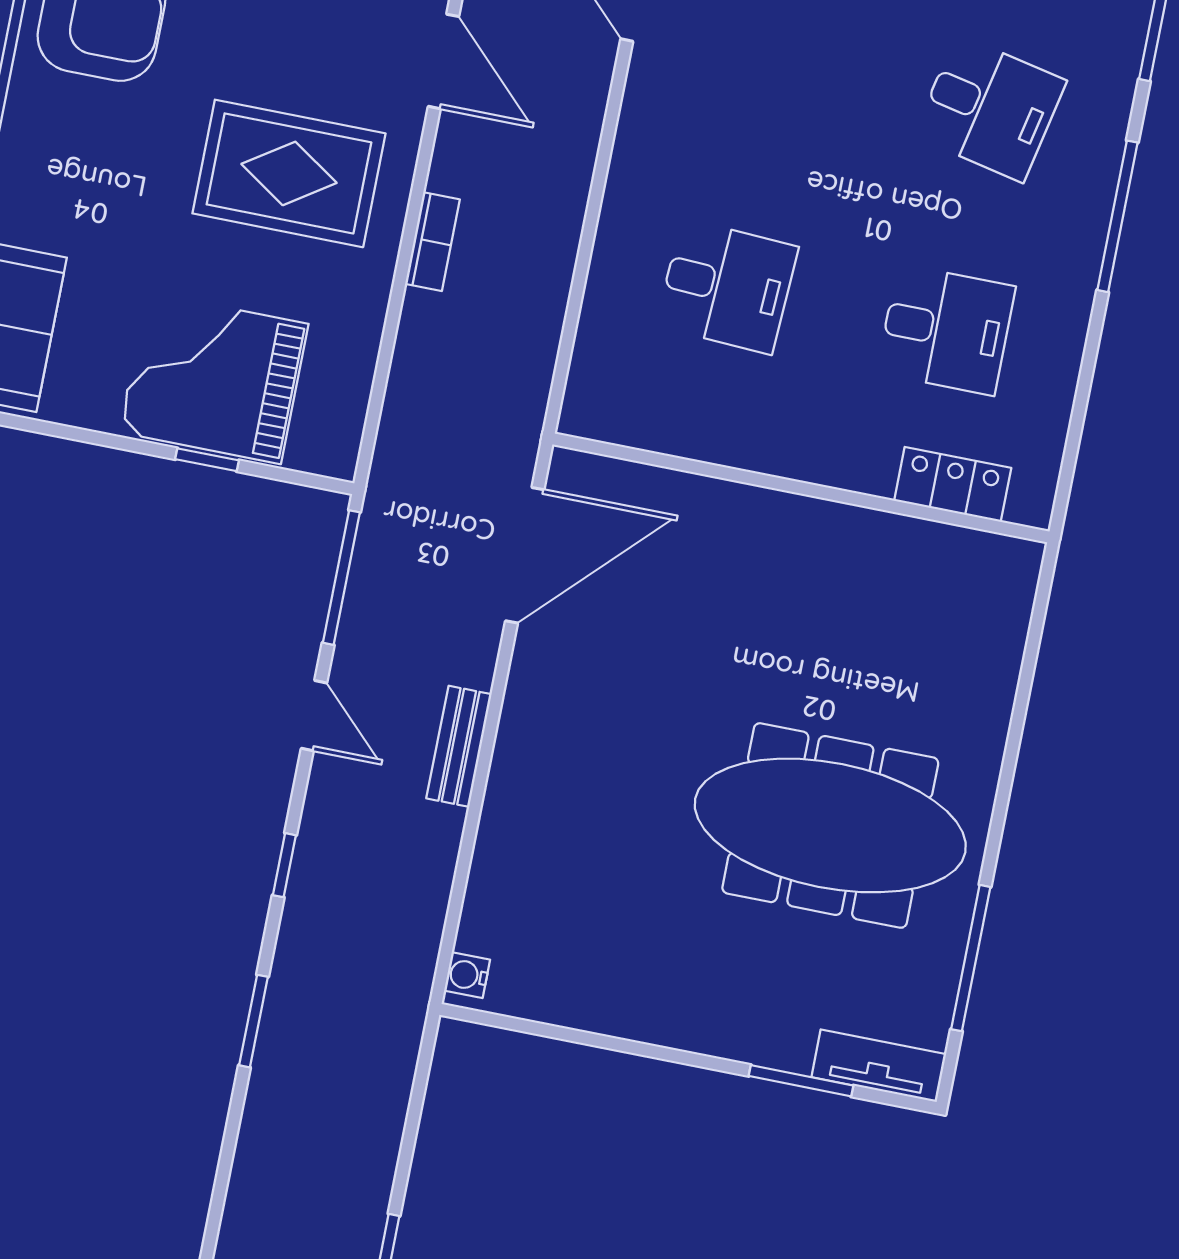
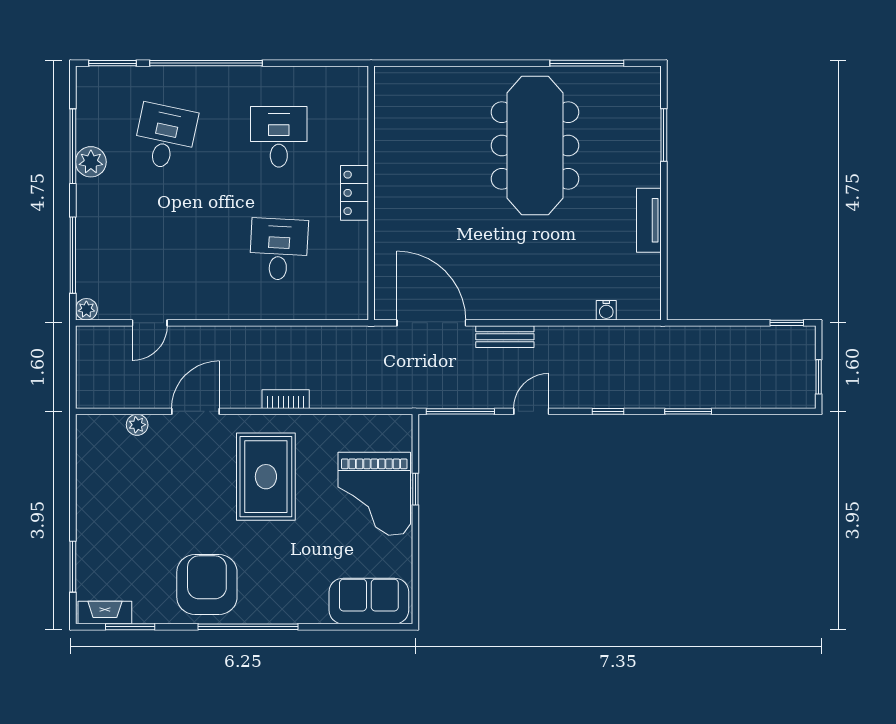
window: (1118, 216) -> (206, 63), width x1.46
locker: (953, 484) -> (355, 193), moved
bench: (459, 746) -> (505, 337), moved
water cooler: (467, 975) -> (606, 310), moved
tv unit: (879, 1066) -> (649, 220), moved

